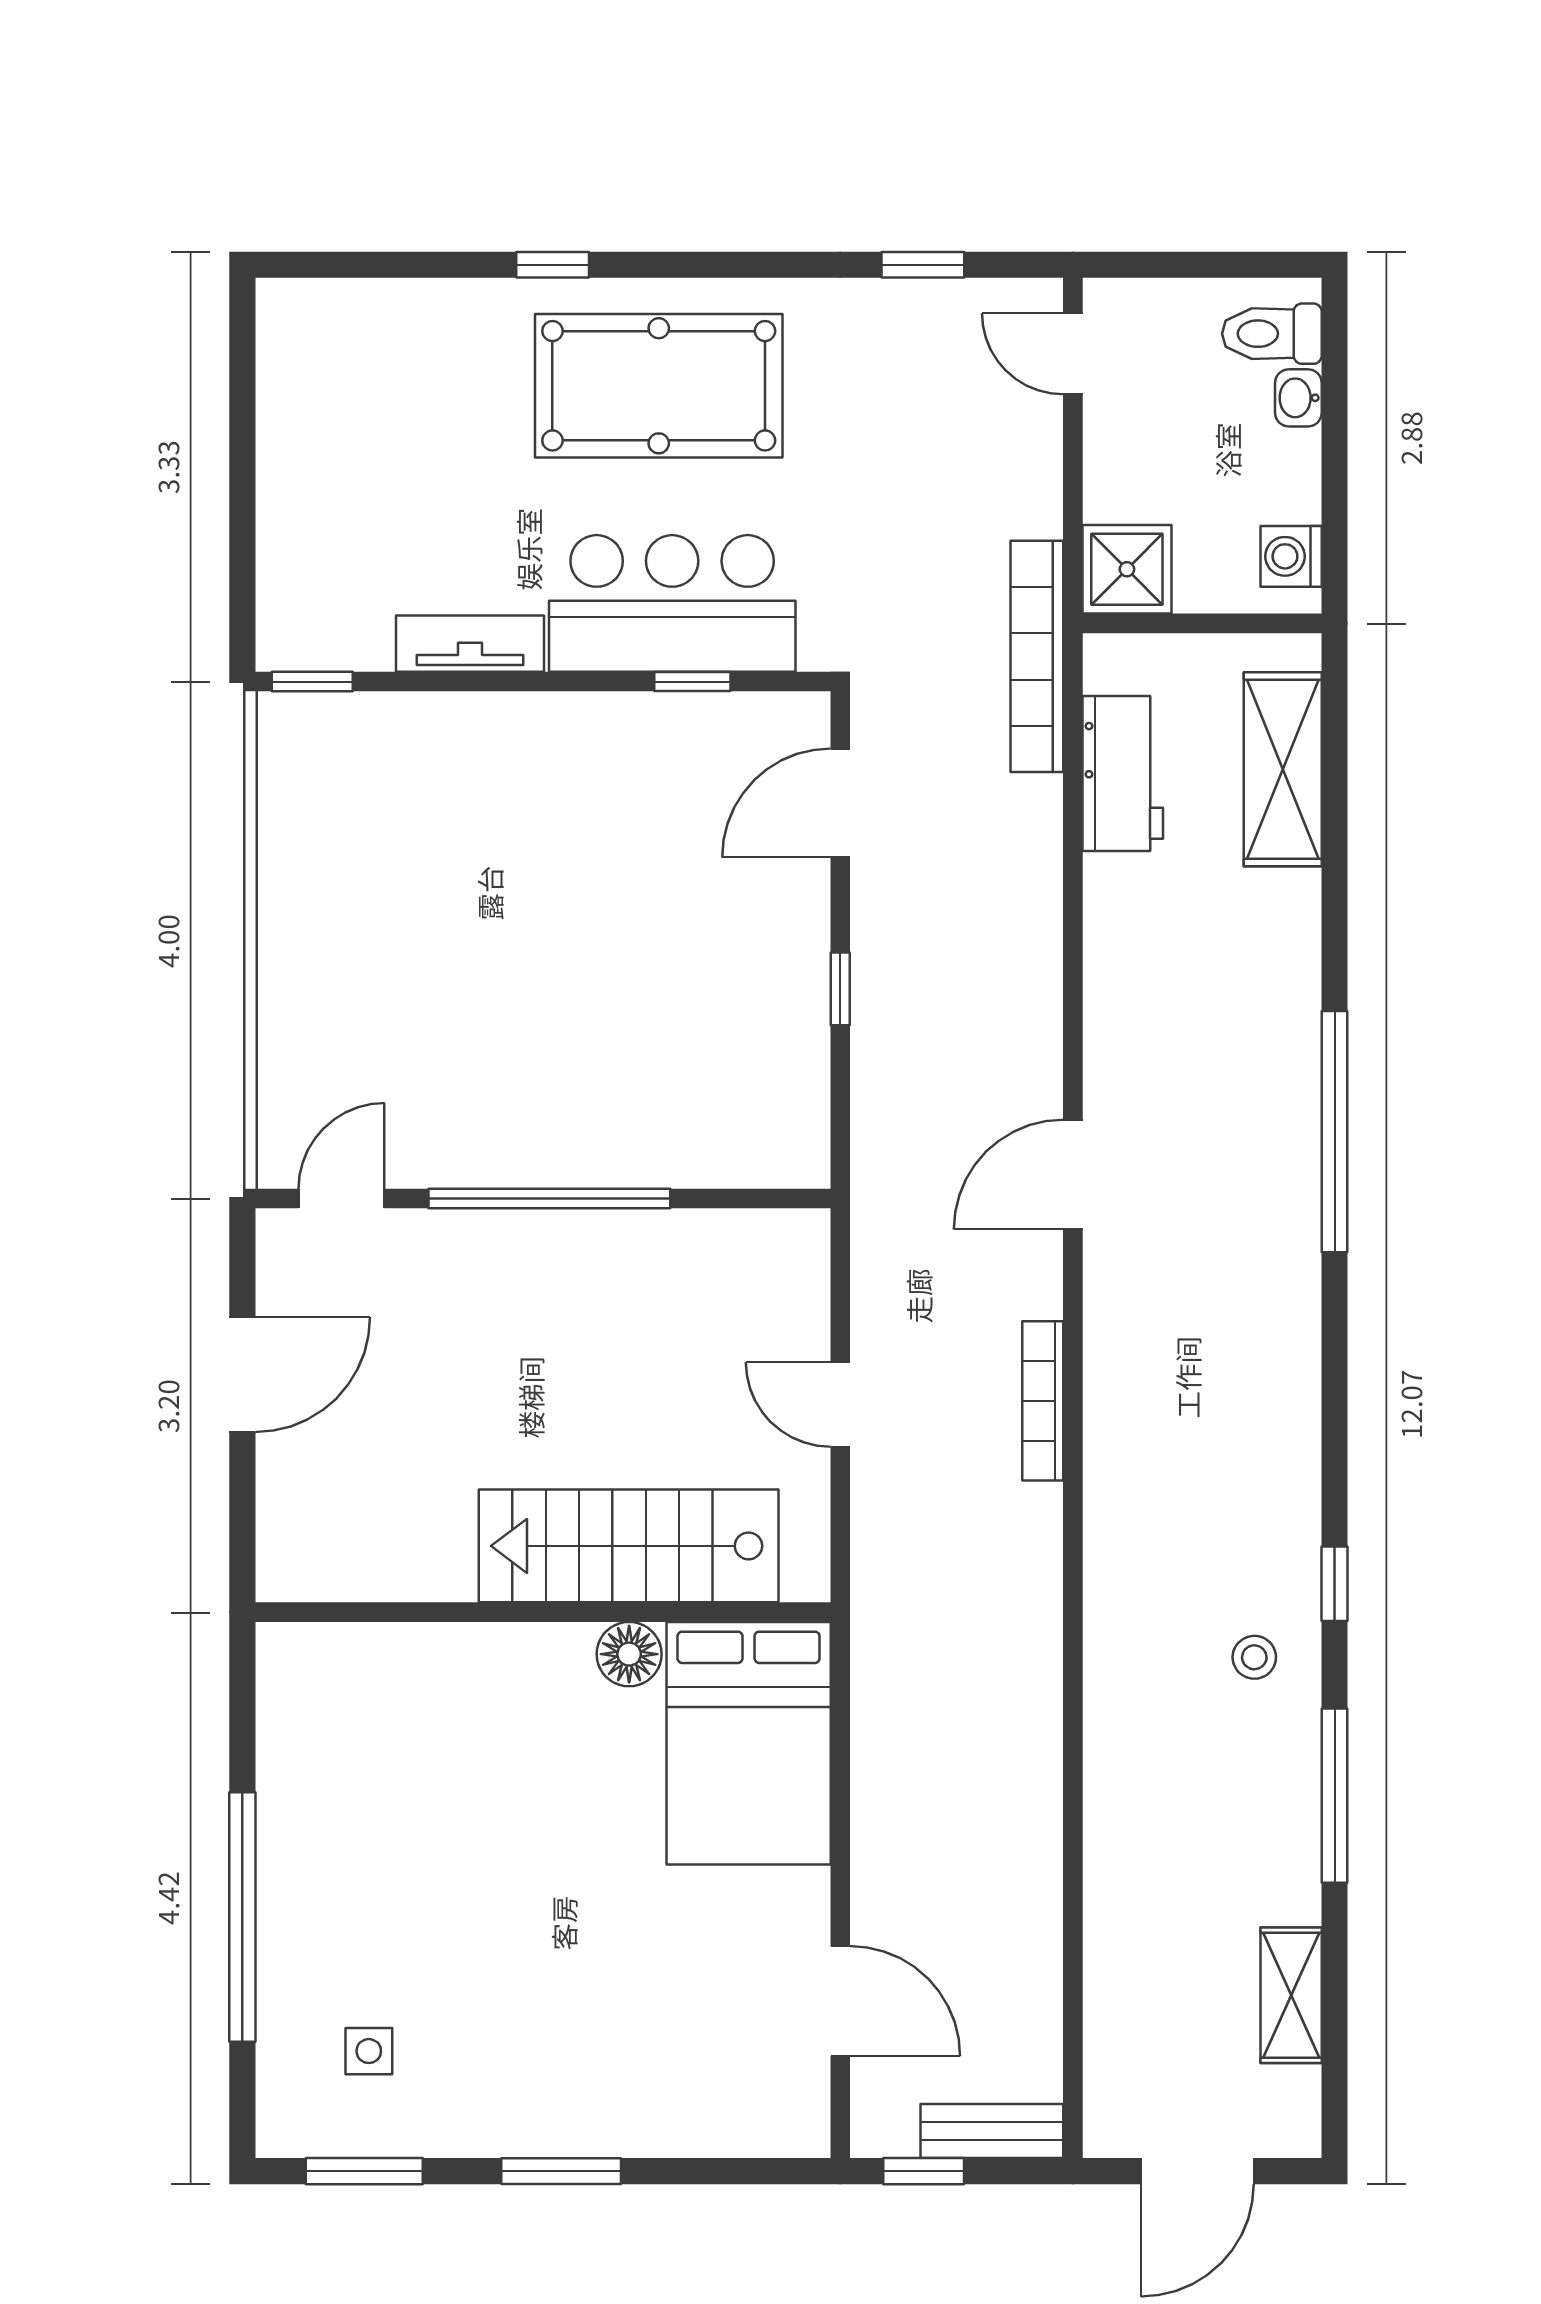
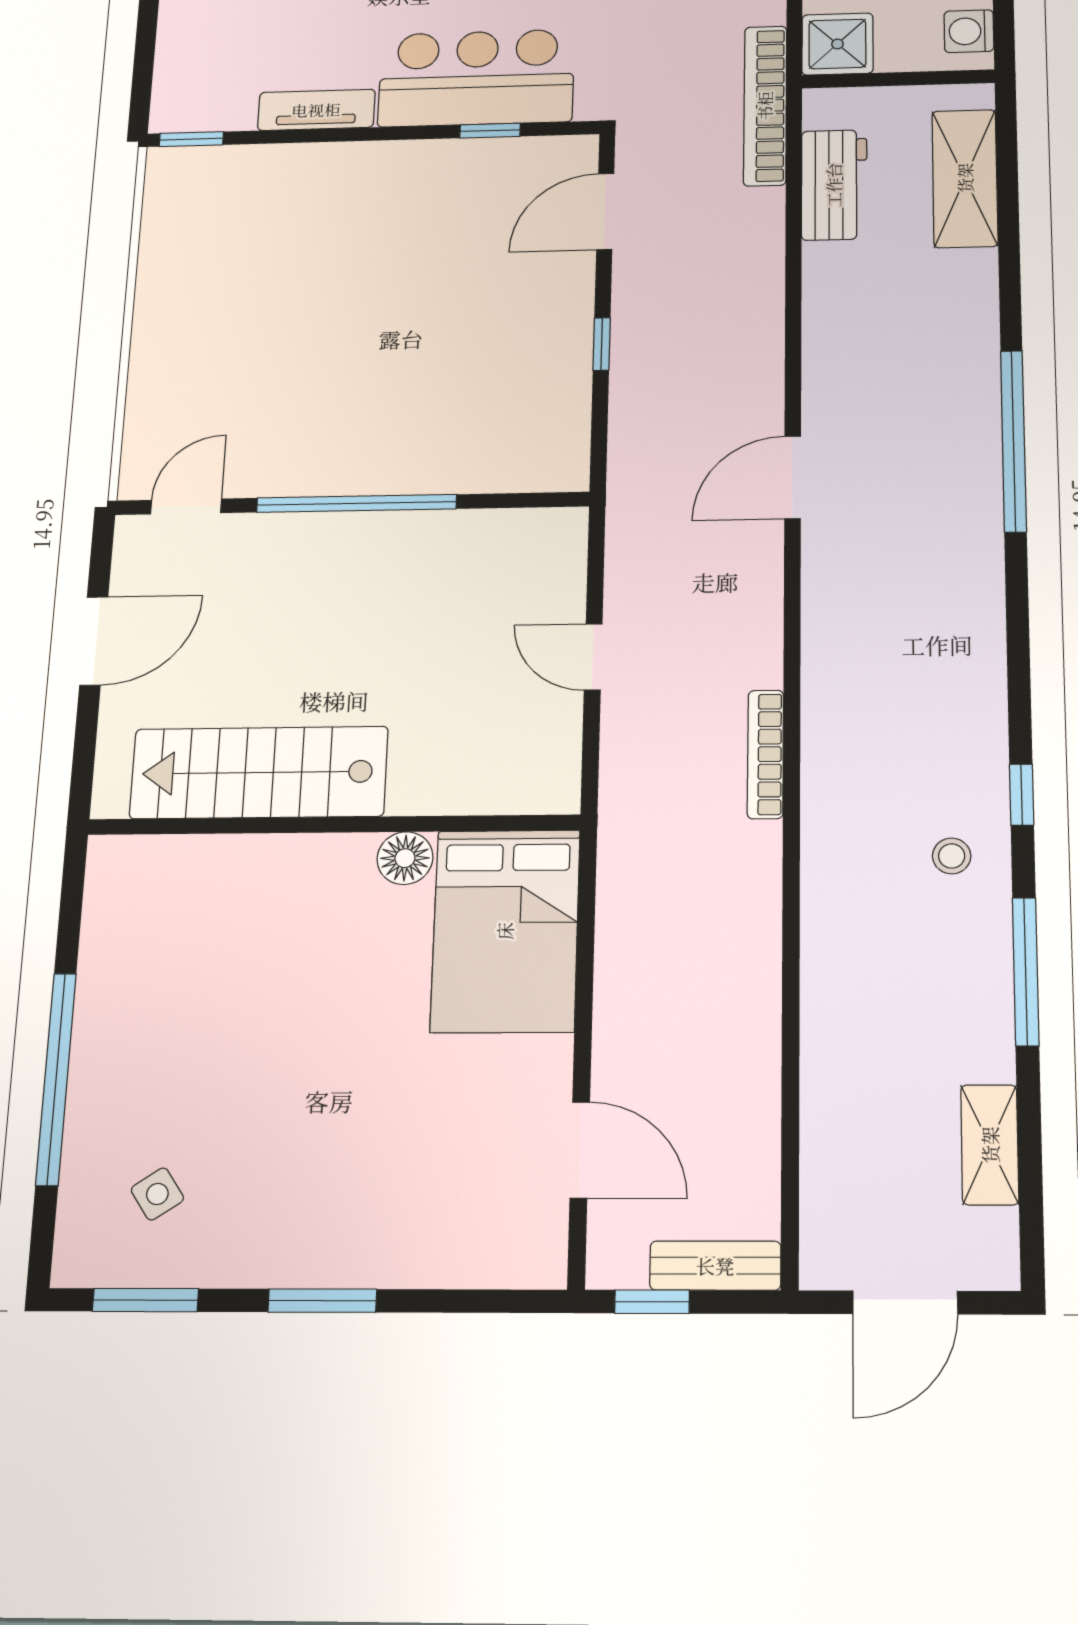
bookcase: (1043, 1401) -> (765, 754), moved
stairs: (629, 1546) -> (259, 773), moved
side table: (369, 2051) -> (157, 1194), turned -34

